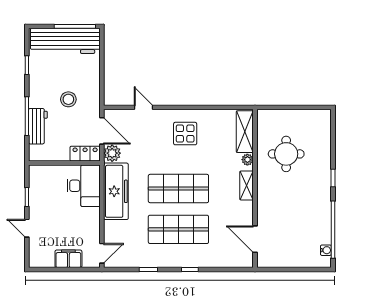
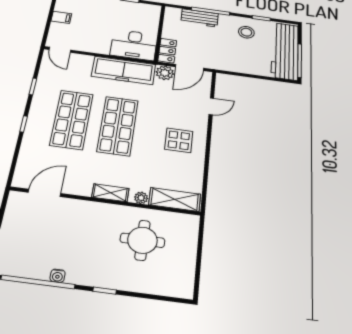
stool: (68, 99) -> (246, 32), moved
water cooler: (326, 250) -> (58, 276), moved
filing cabinet: (68, 259) -> (61, 17), width x0.50

